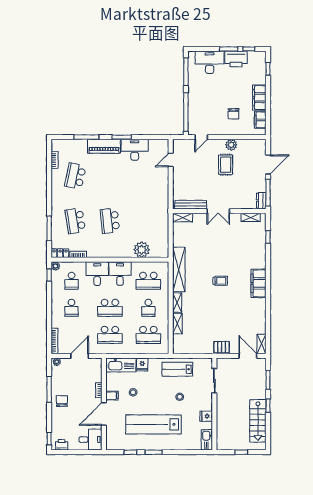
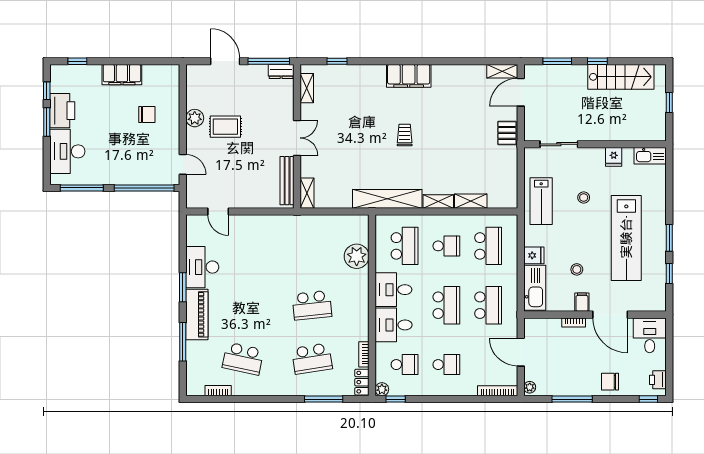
filing cabinet: (260, 120) -> (156, 73), removed
chair: (62, 401) -> (610, 382), moved

